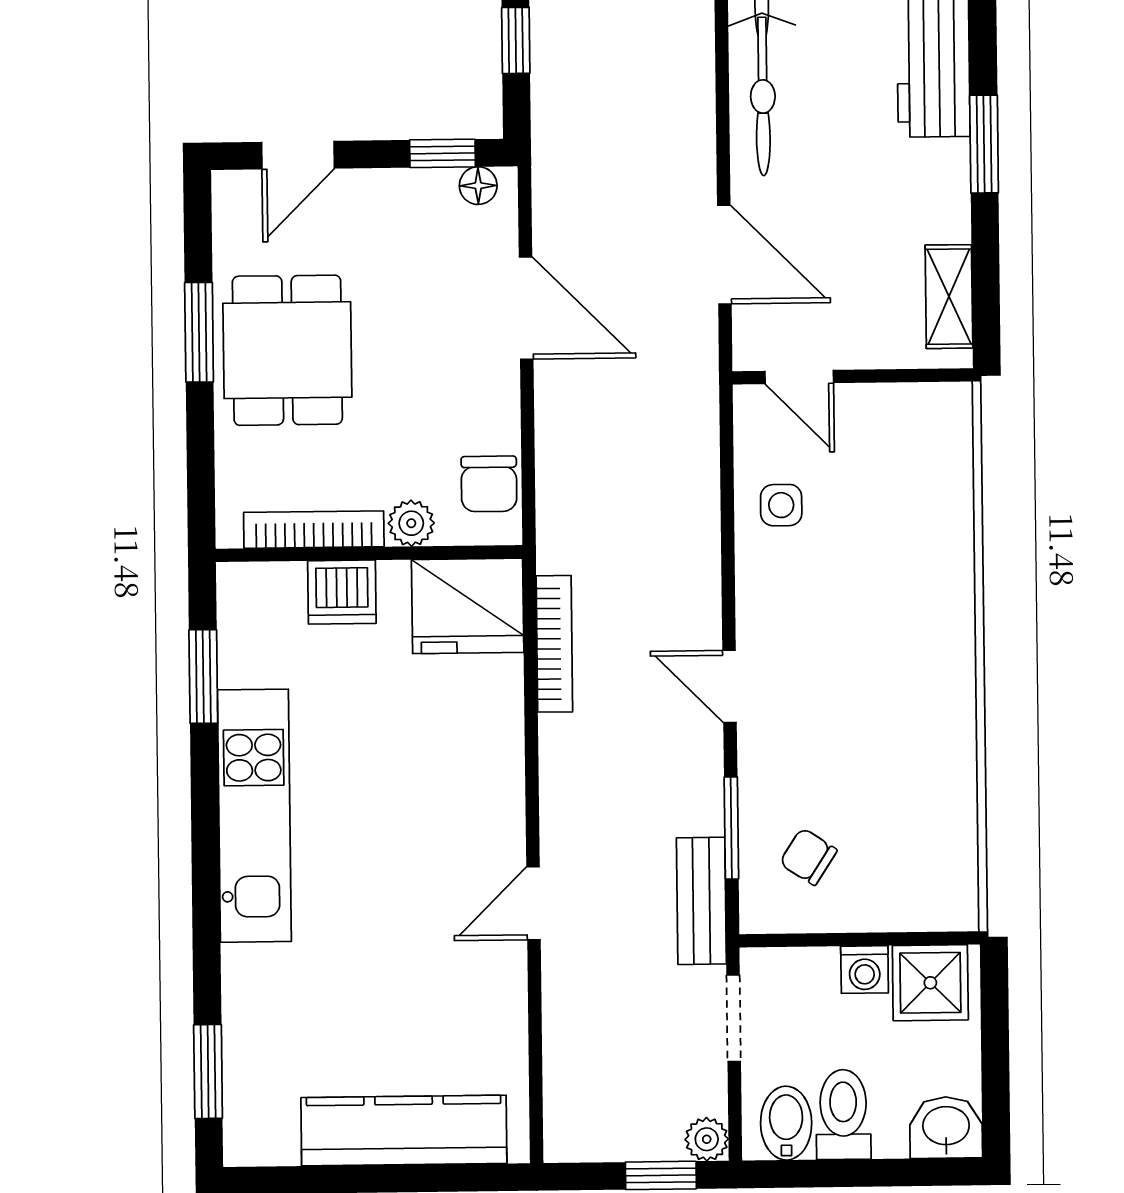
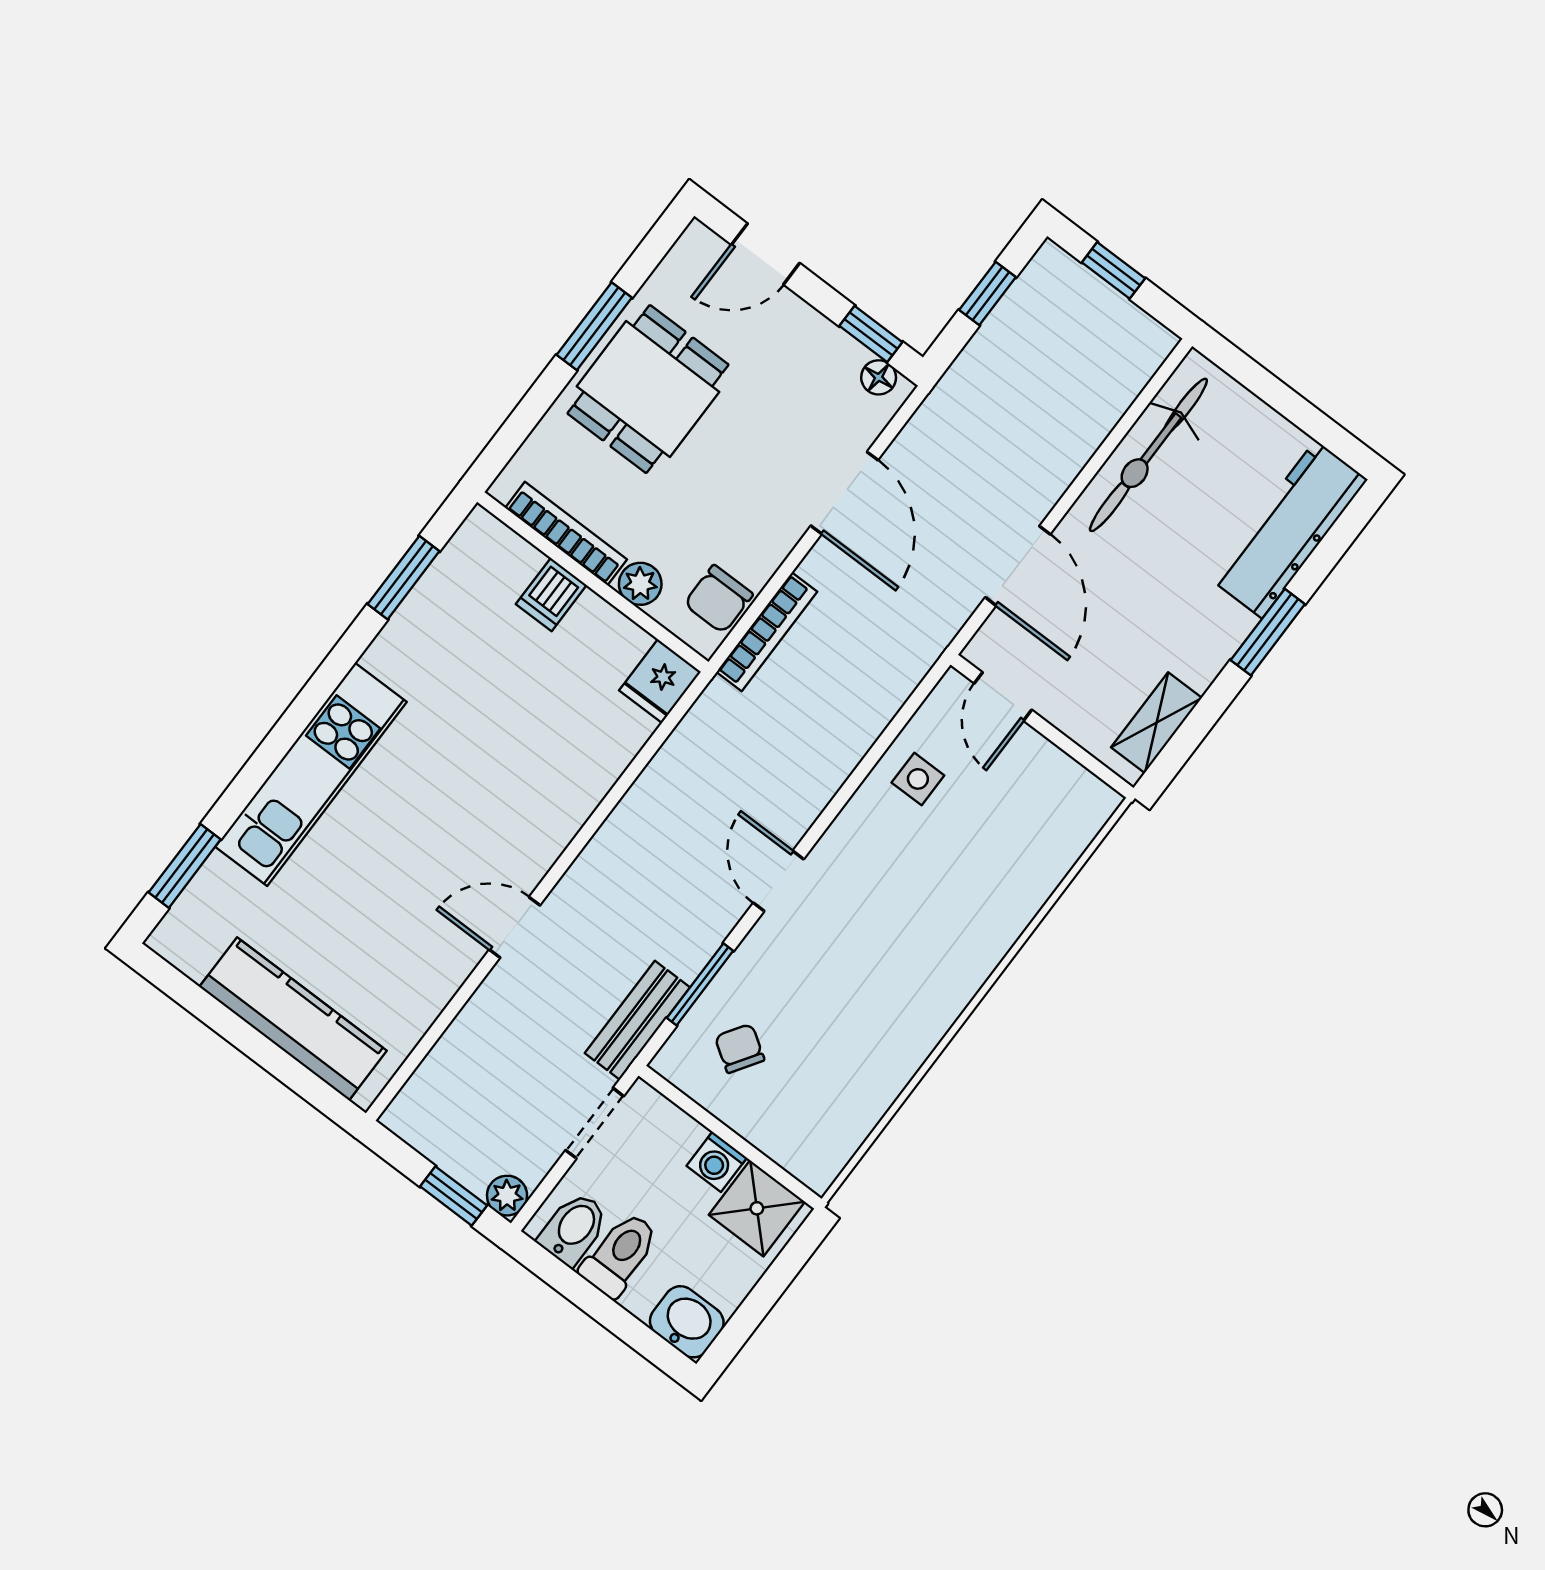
dishwasher: (342, 592) -> (551, 595), width x0.73
fridge: (468, 606) -> (660, 681), width x0.53, depth x0.75
bookcase: (554, 644) -> (767, 632), moved
kitchen unit: (254, 816) -> (311, 774), moved

